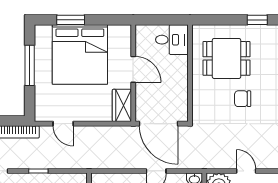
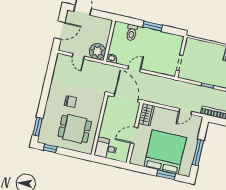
door: (133, 69) -> (134, 135), hinge flipped
door: (63, 124) -> (185, 111), swing flipped

